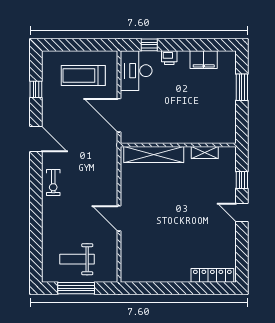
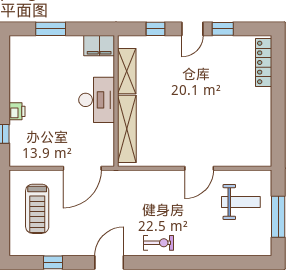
filing cabinet: (204, 60) -> (99, 46), moved, turned 90
desk: (136, 71) -> (97, 100), moved, turned -90
shelving: (205, 153) -> (127, 71), width x1.50, depth x1.33
window: (242, 239) -> (223, 29), added
weight bench: (77, 259) -> (241, 202), moved, turned -90

